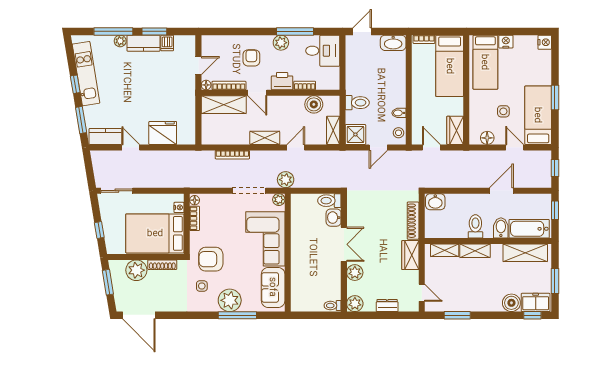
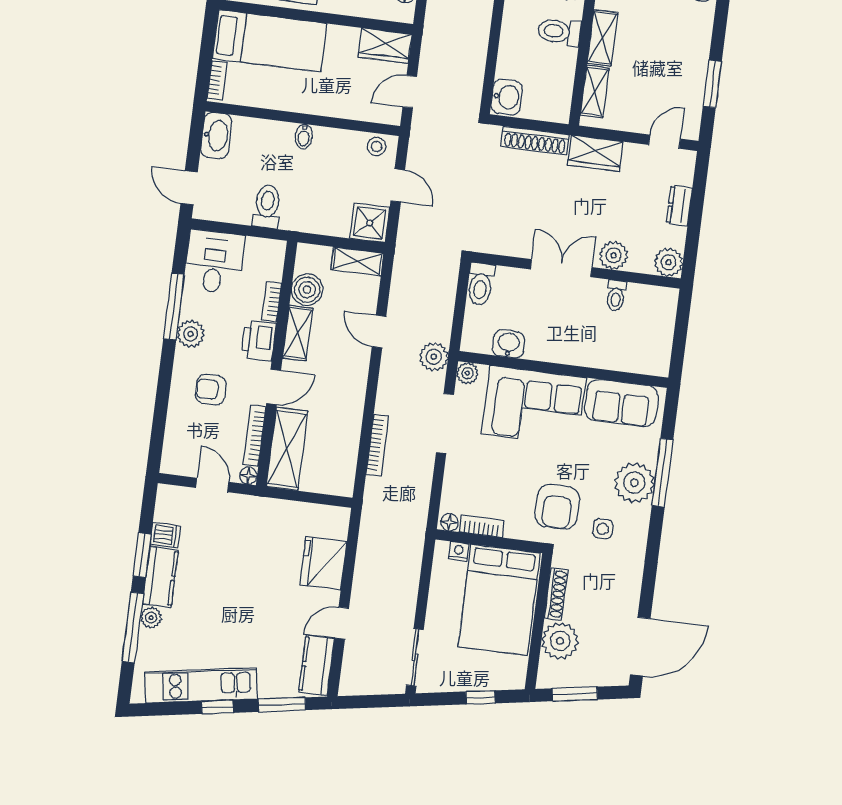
toilet: (357, 103) -> (267, 207), moved
bidet: (399, 113) -> (304, 136), moved
shelving: (265, 138) -> (298, 333), moved
washbasin: (334, 218) -> (509, 344), moved, turned 180
toilet: (333, 306) -> (616, 296), moved

